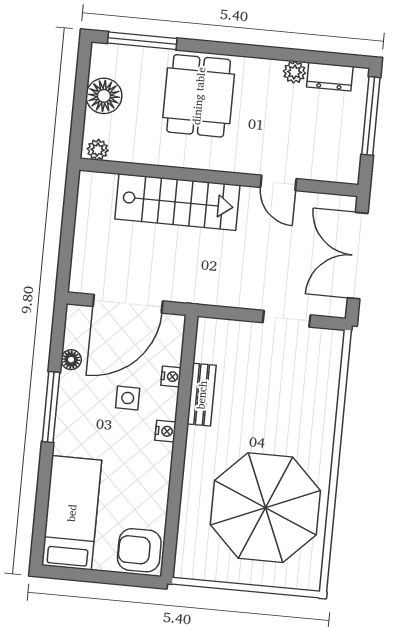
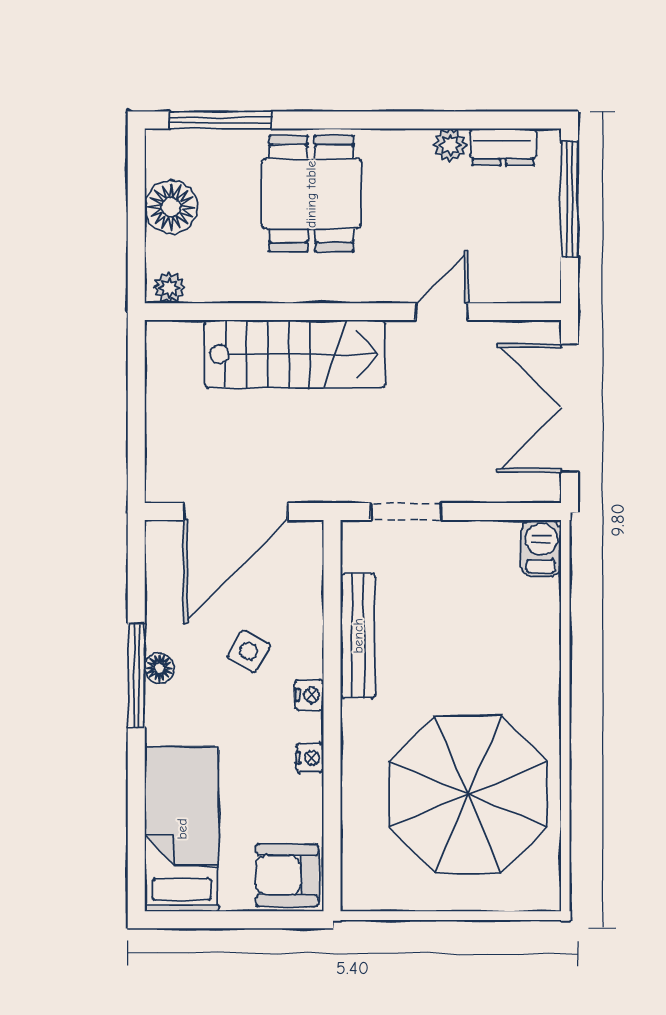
door: (278, 183) -> (442, 312), swing flipped
doorway: (287, 319) -> (406, 512), moved
barbecue: (330, 348) -> (541, 548), added
floor lamp: (71, 360) -> (159, 668), moved
nightstand: (171, 377) -> (310, 758), moved
bench: (202, 395) -> (358, 636), width x1.36
side table: (128, 398) -> (249, 651), turned 30

